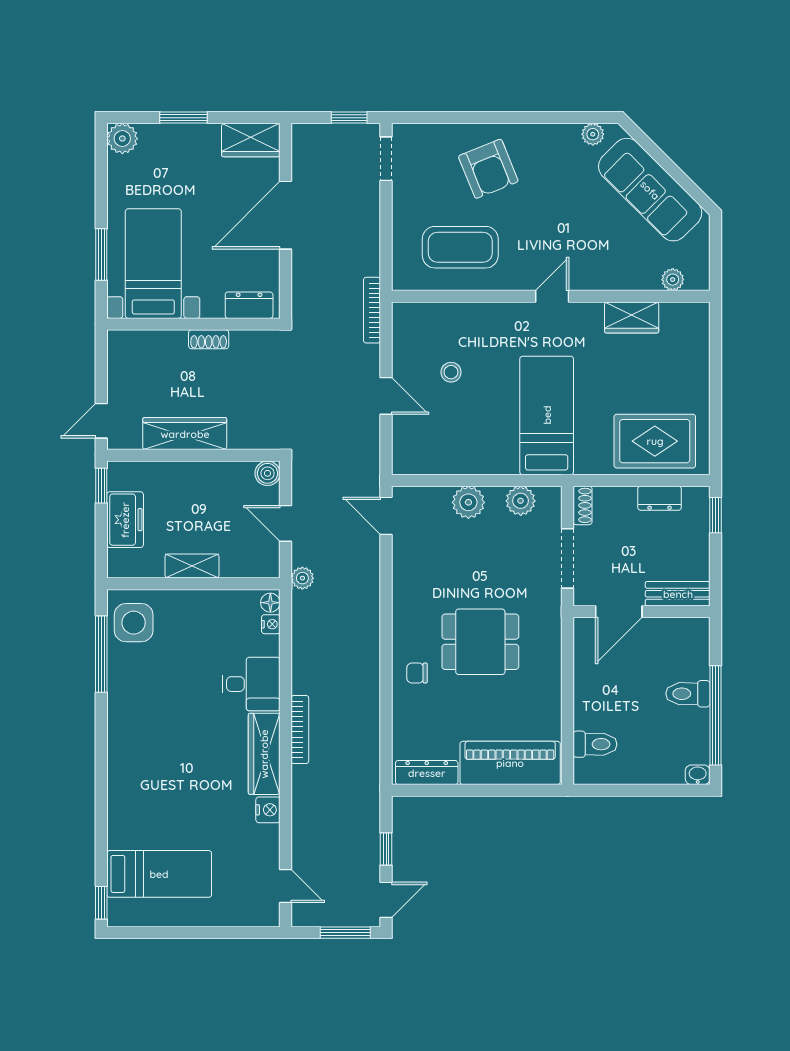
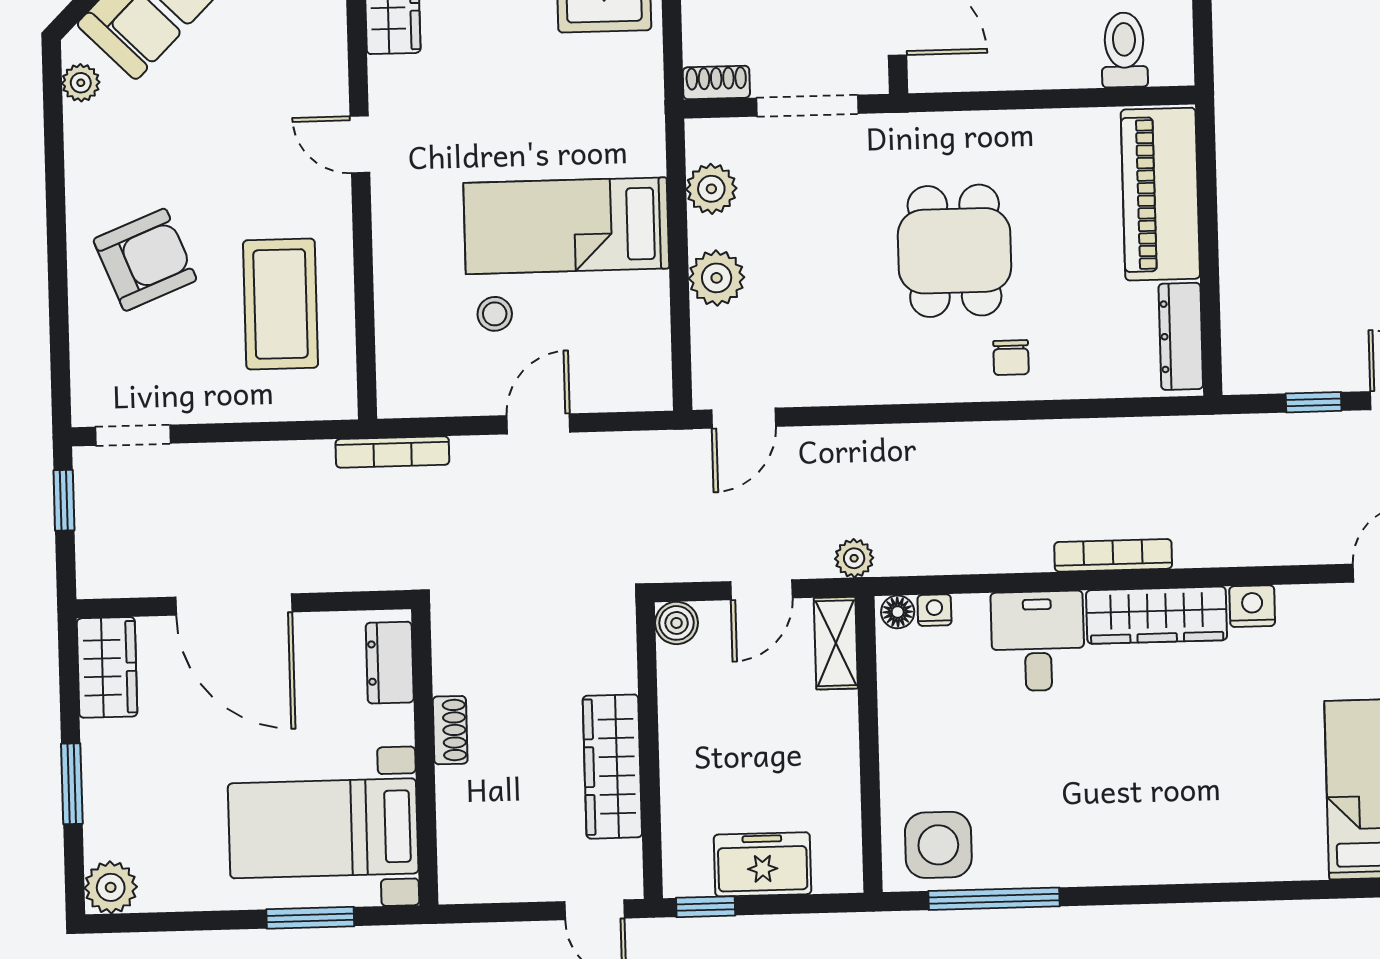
bed: (547, 415) -> (566, 226), moved
shelving: (192, 566) -> (836, 643), moved

